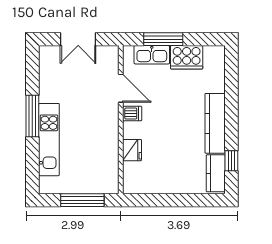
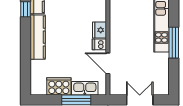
fridge: (132, 150) -> (100, 30), moved

